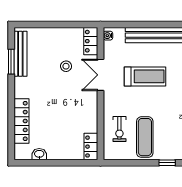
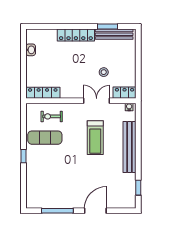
locker: (21, 121) -> (76, 35), moved
locker: (91, 147) -> (43, 93), width x1.53

